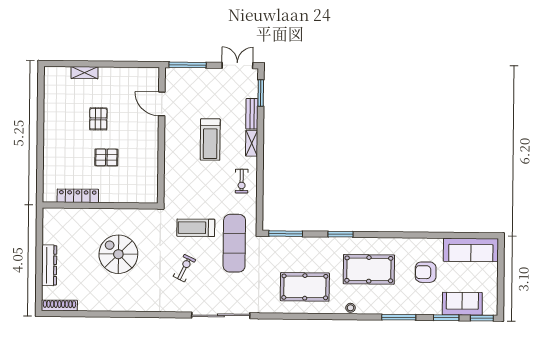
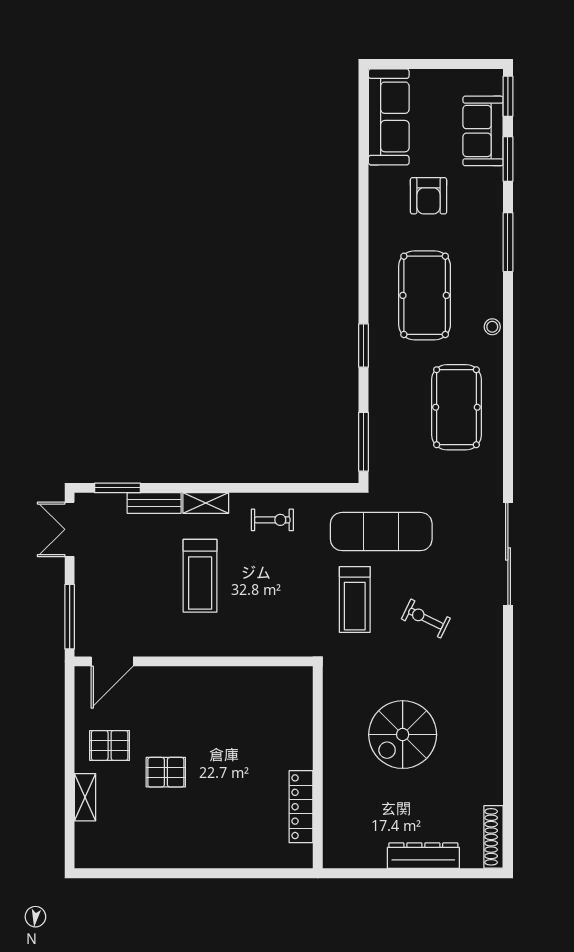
door: (162, 104) -> (112, 661), moved
treadmill: (210, 140) -> (200, 576), turned 90
pallet: (106, 157) -> (110, 746), moved, turned 90

